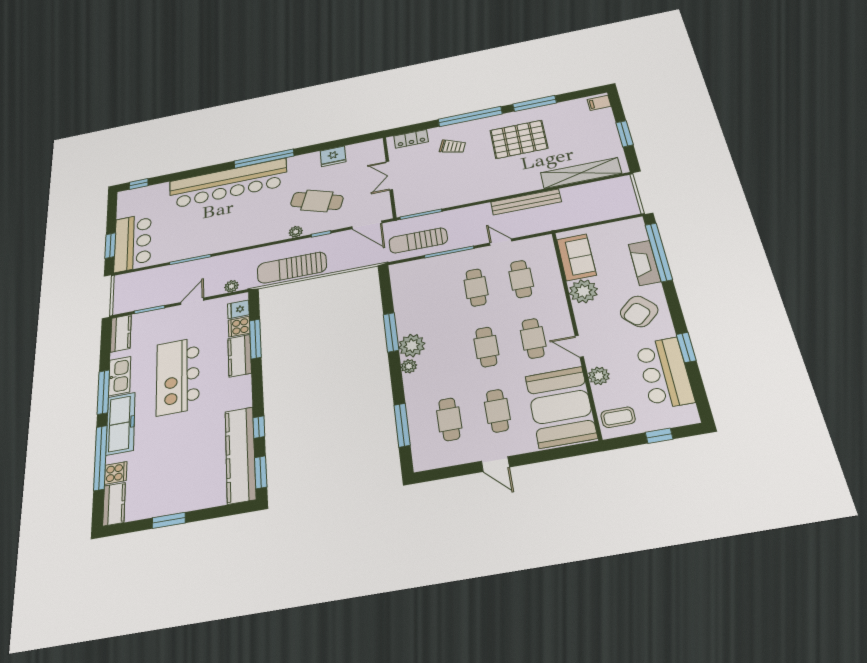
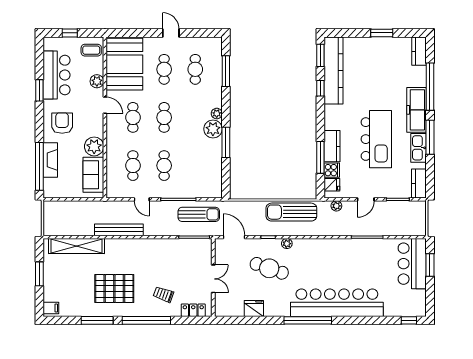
sun lounger: (292, 268) -> (291, 212), turned 180
armchair: (639, 311) -> (62, 123), turned -47
cooker: (116, 473) -> (419, 73), removed

